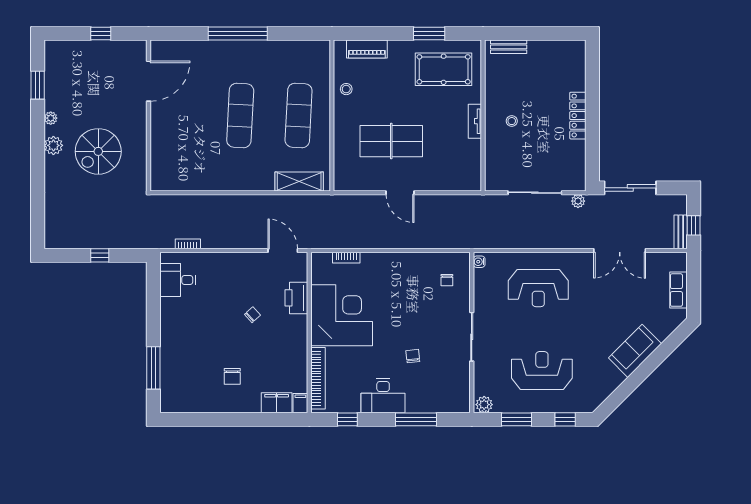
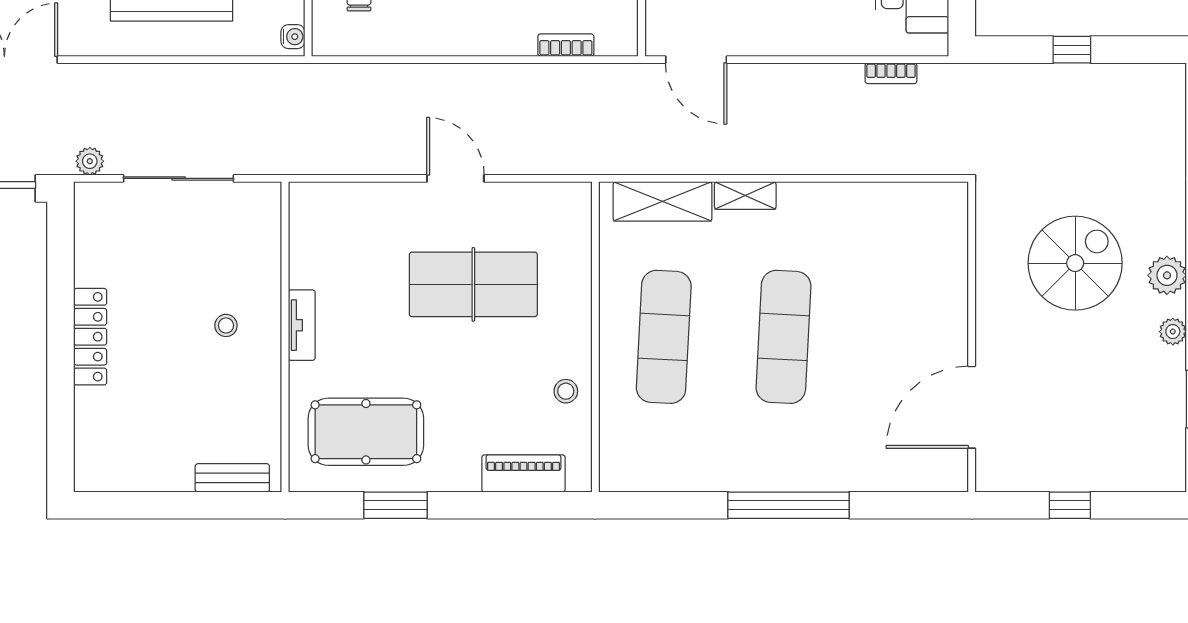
shelving: (259, 184) -> (745, 196), added

